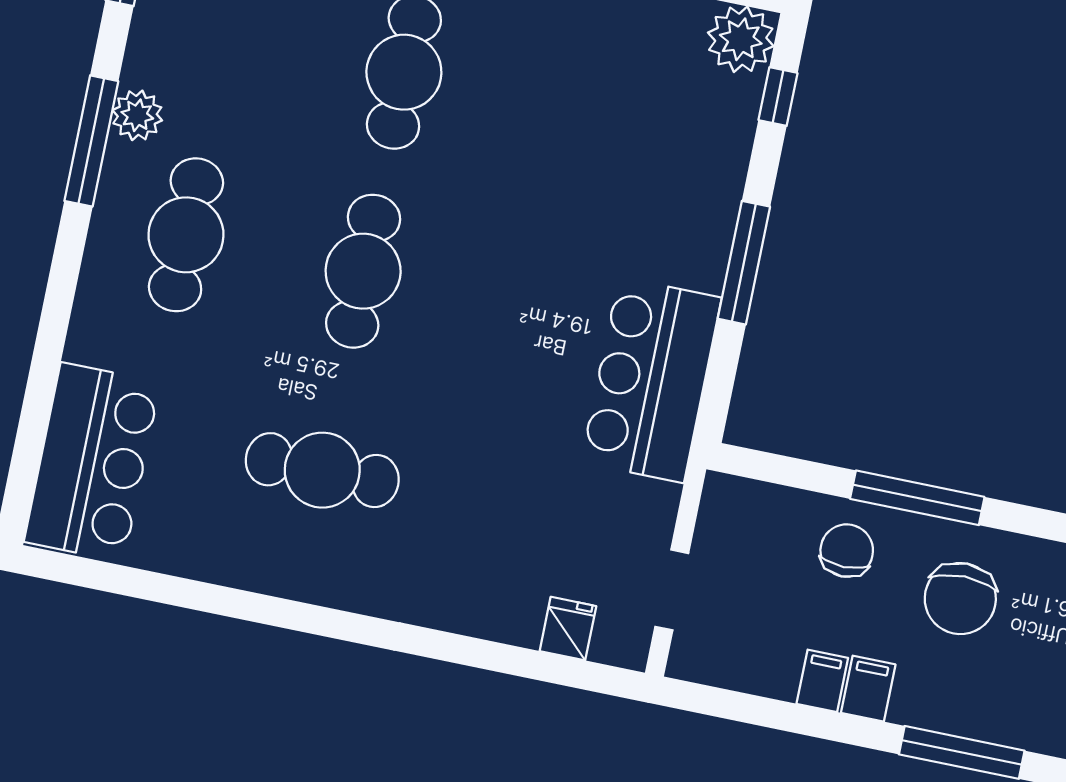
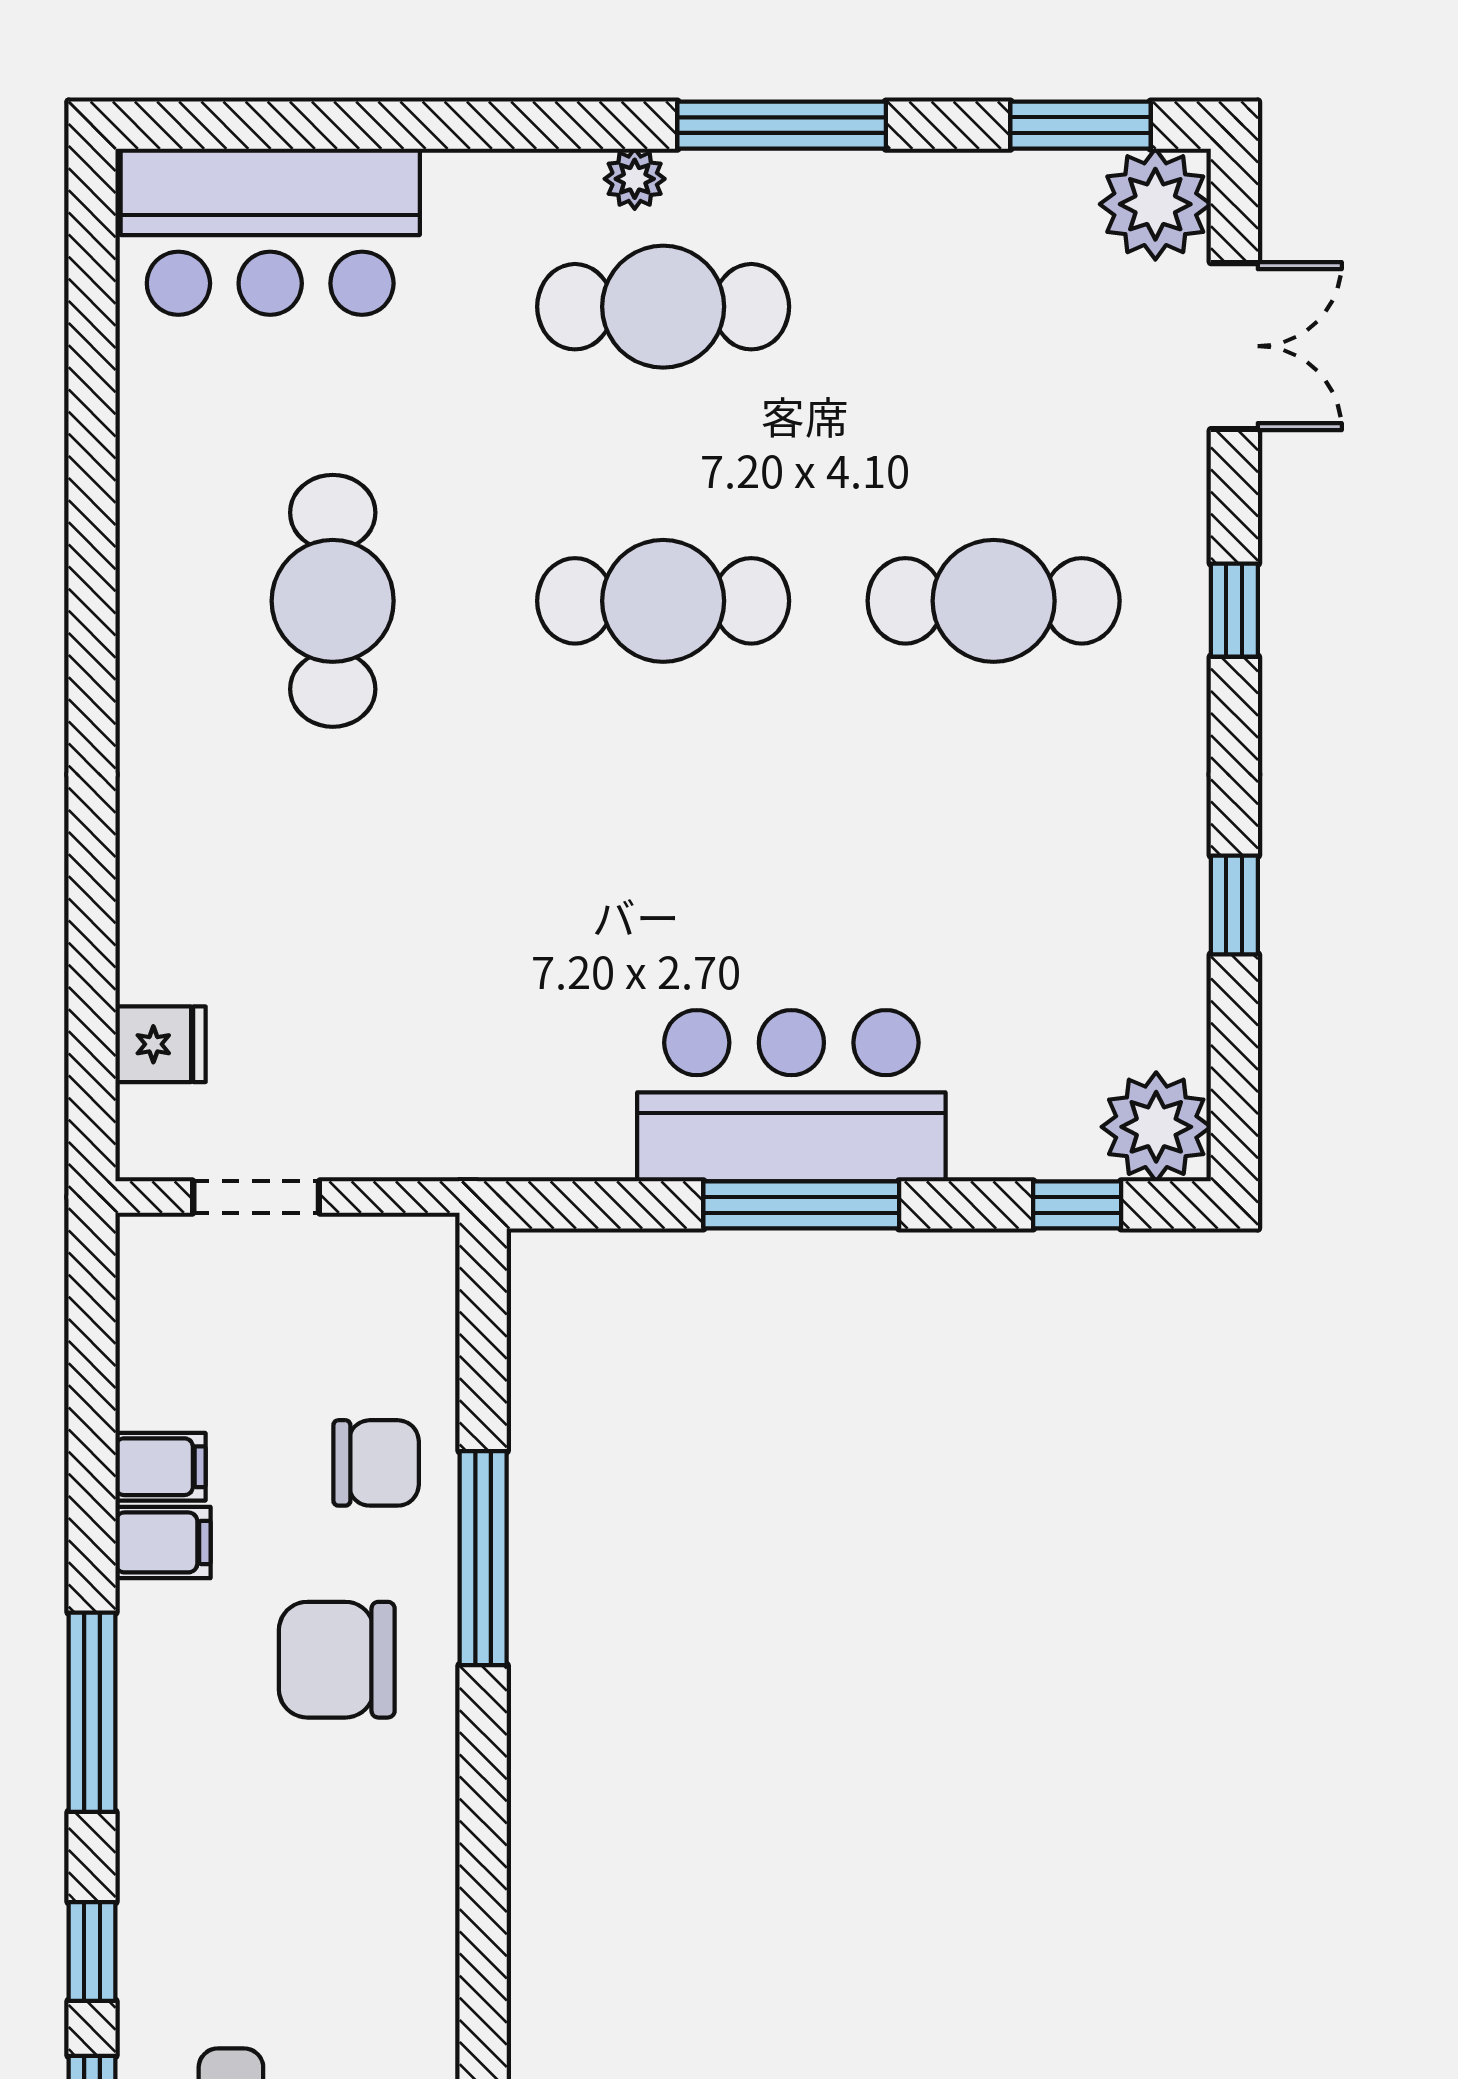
plant: (137, 115) -> (635, 179), moved, width x0.73, depth x0.73
bar counter: (651, 380) -> (791, 1096), moved

